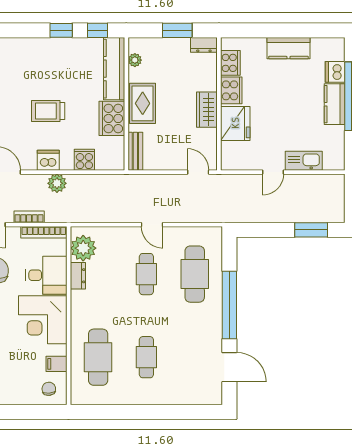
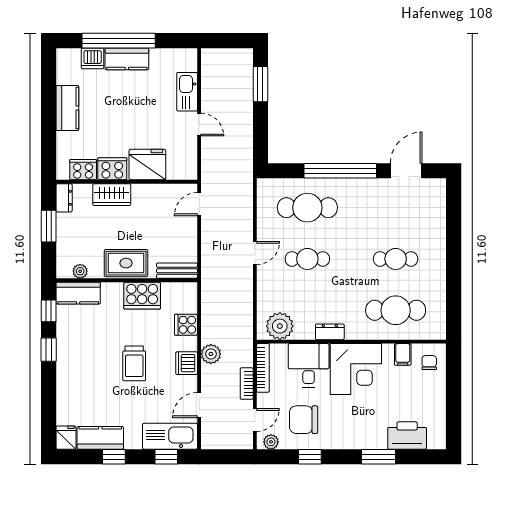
kitchen counter: (114, 69) -> (78, 293), width x0.67
wardrobe: (207, 110) -> (112, 195), moved
dresser: (78, 276) -> (330, 332), moved
chair: (49, 389) -> (429, 363), turned 95

